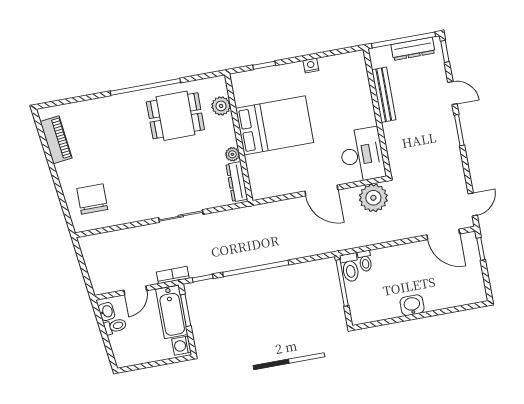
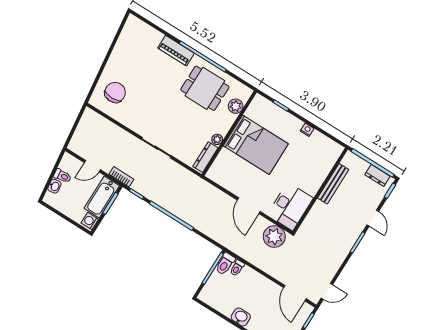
dresser: (413, 49) -> (377, 175), width x0.70
piano: (56, 140) -> (176, 51), moved, turned 97
washbasin: (107, 312) -> (54, 186), moved

